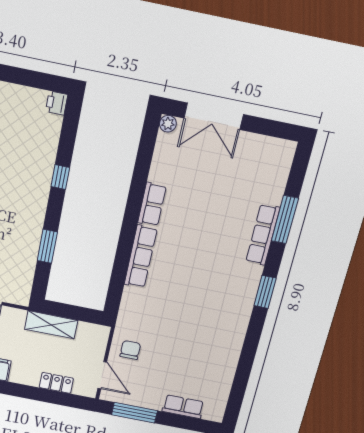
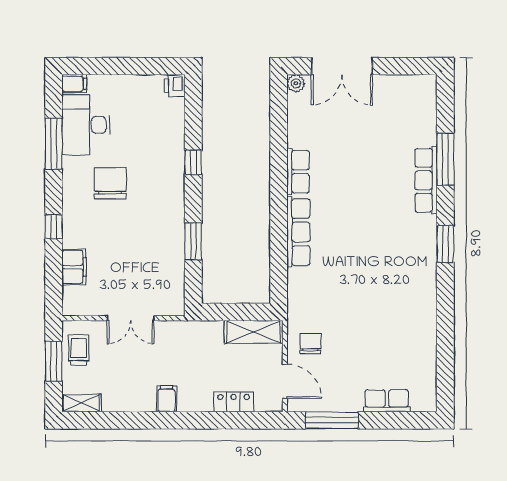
shelving: (51, 325) -> (254, 332), moved

